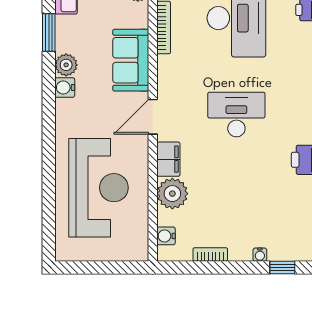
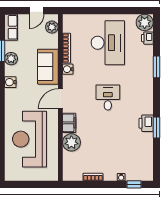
plant: (66, 65) -> (11, 59), moved
desk: (236, 115) -> (108, 97), width x0.73
reception desk: (98, 188) -> (29, 139), turned 180
water cooler: (166, 236) -> (68, 69), moved

